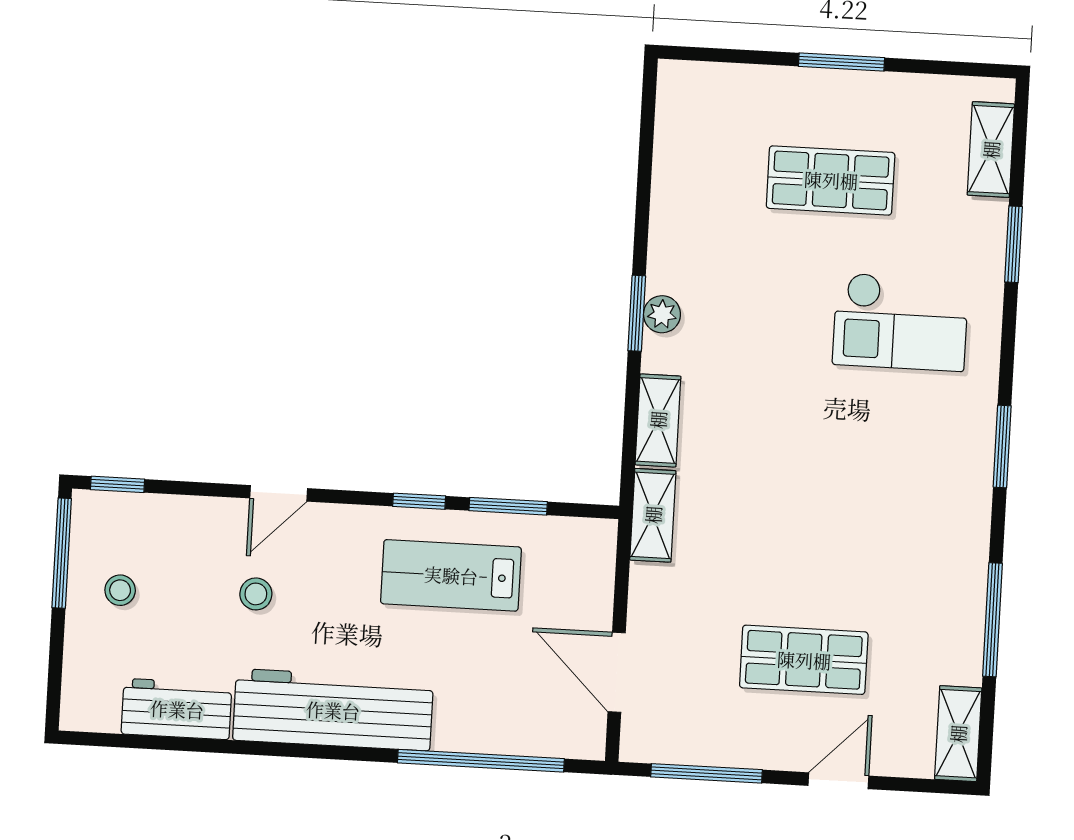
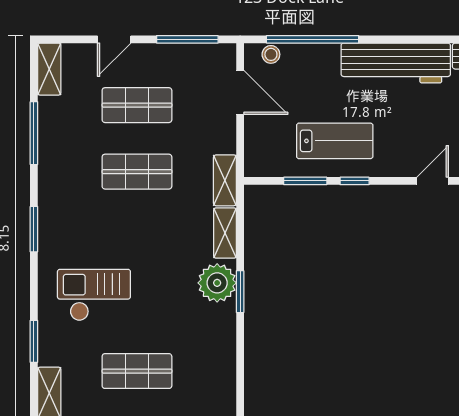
plant: (662, 314) -> (217, 283), width x1.88, depth x1.88
shop shelf: (810, 540) -> (137, 172), added
stool: (256, 594) -> (271, 54), moved

